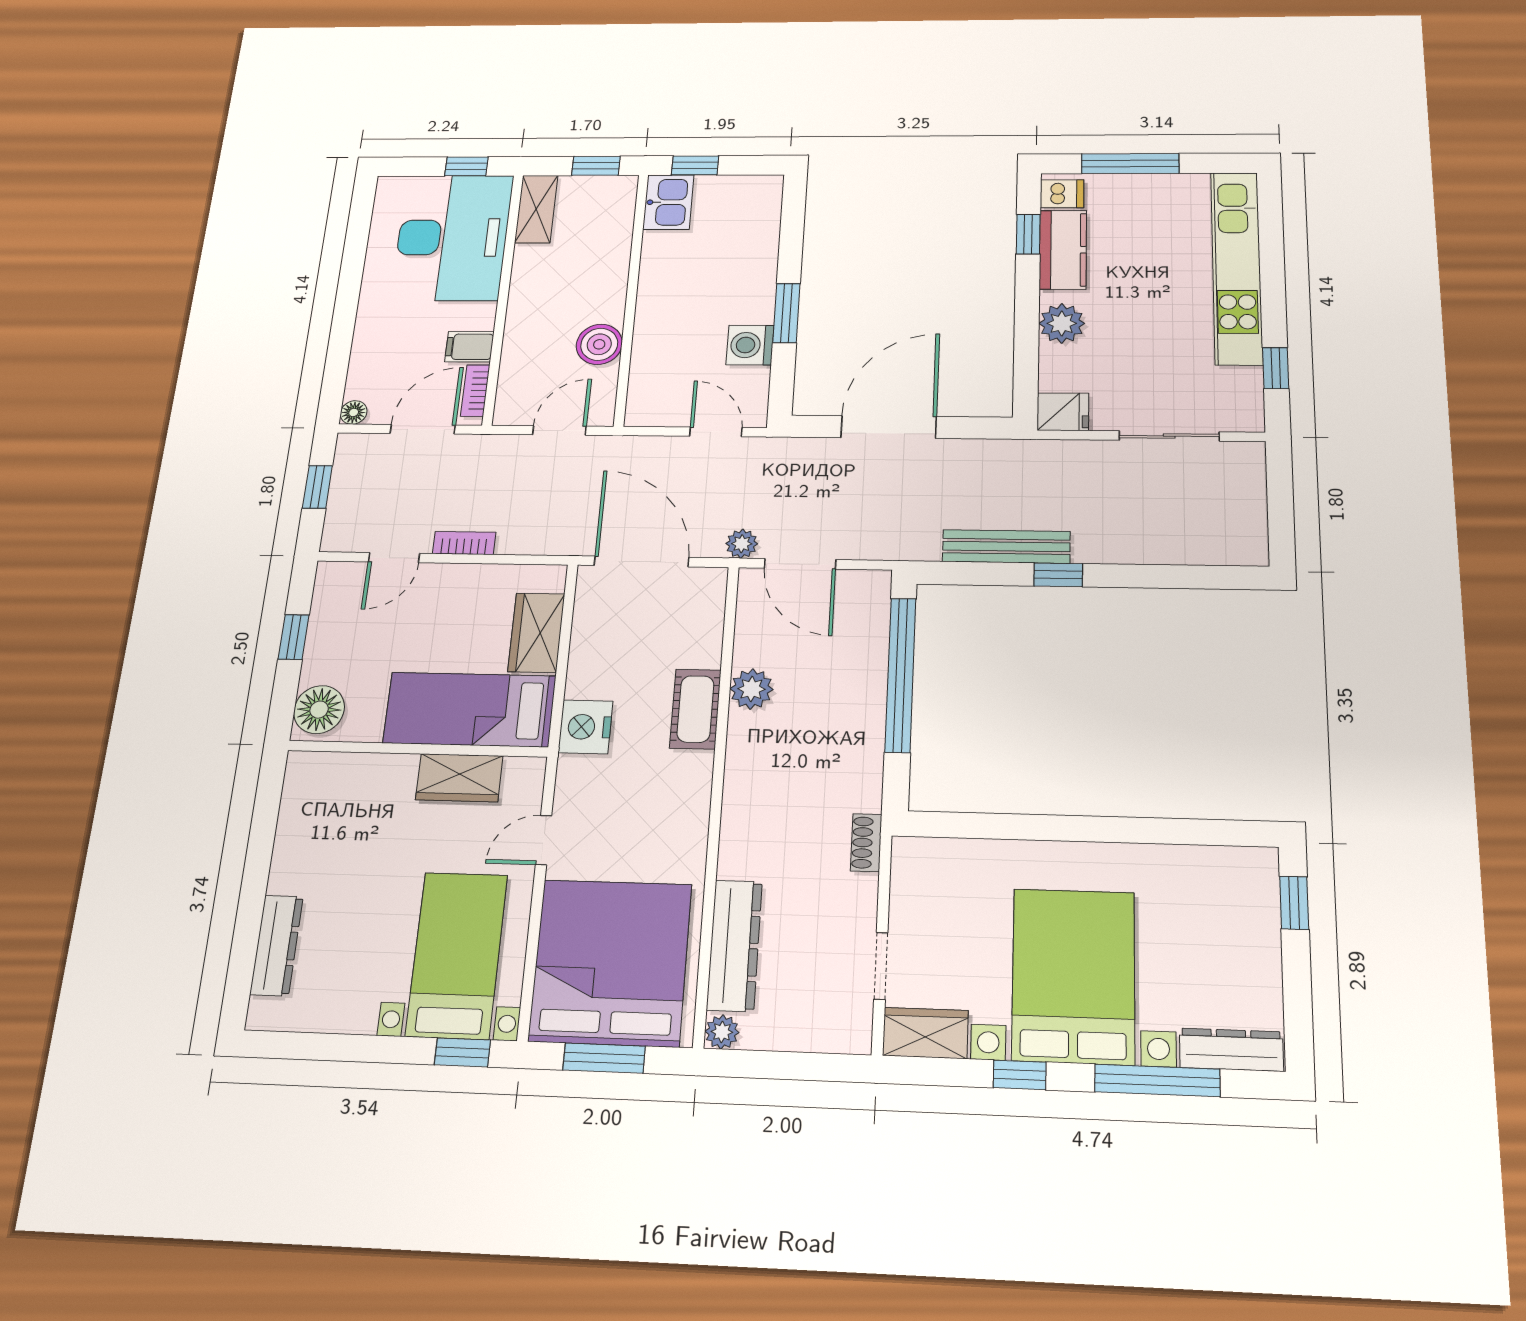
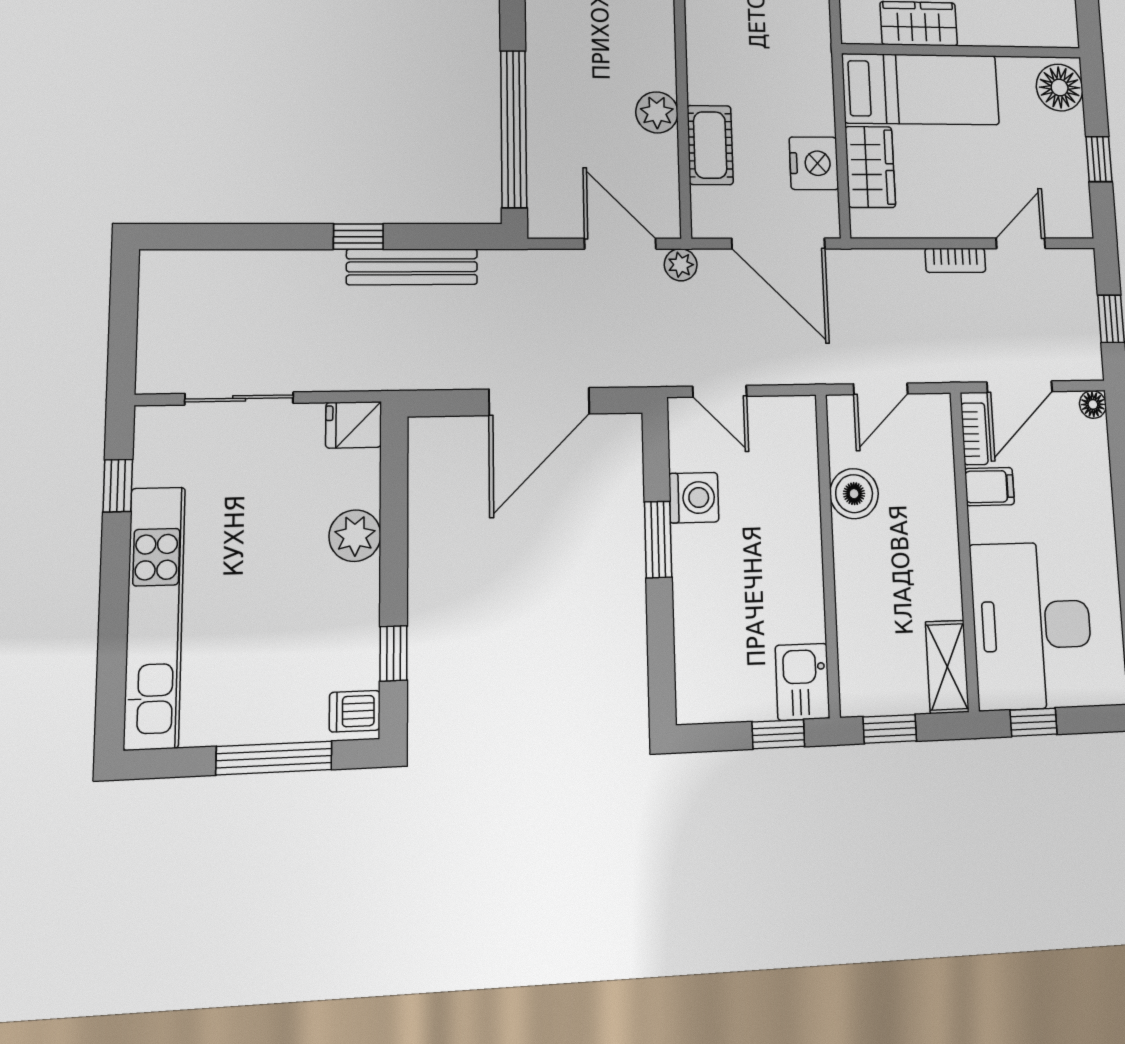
kitchen counter: (1063, 250) -> (354, 634), removed
cot: (695, 709) -> (710, 145), moved
nightstand: (585, 727) -> (814, 163), moved

